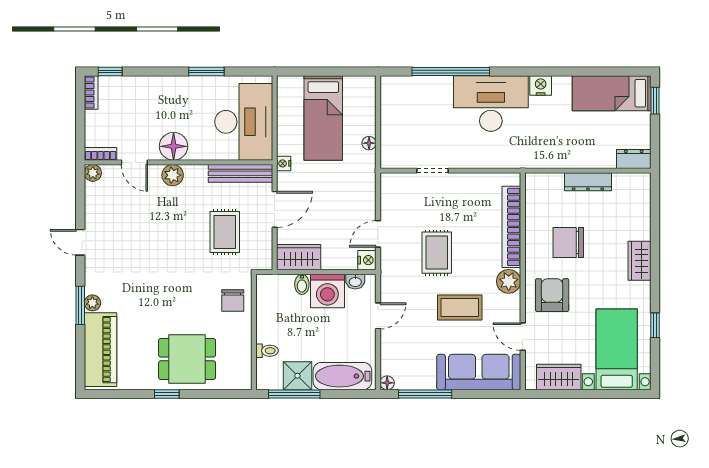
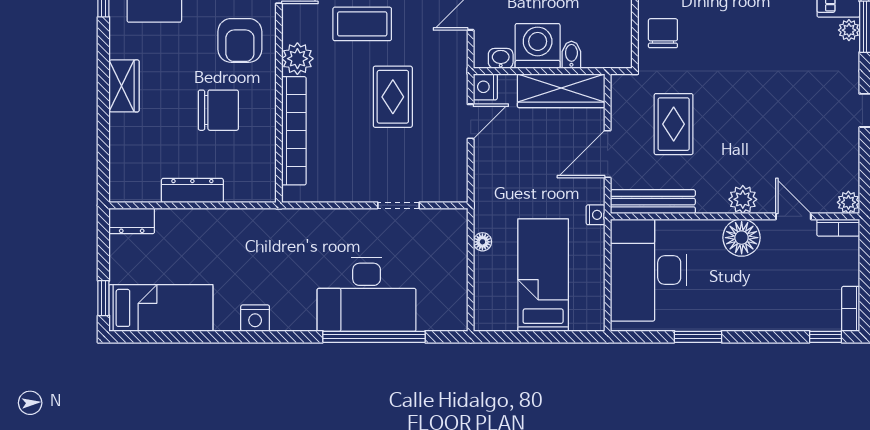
desk: (491, 103) -> (367, 294), moved
wardrobe: (299, 257) -> (561, 91), width x1.50

